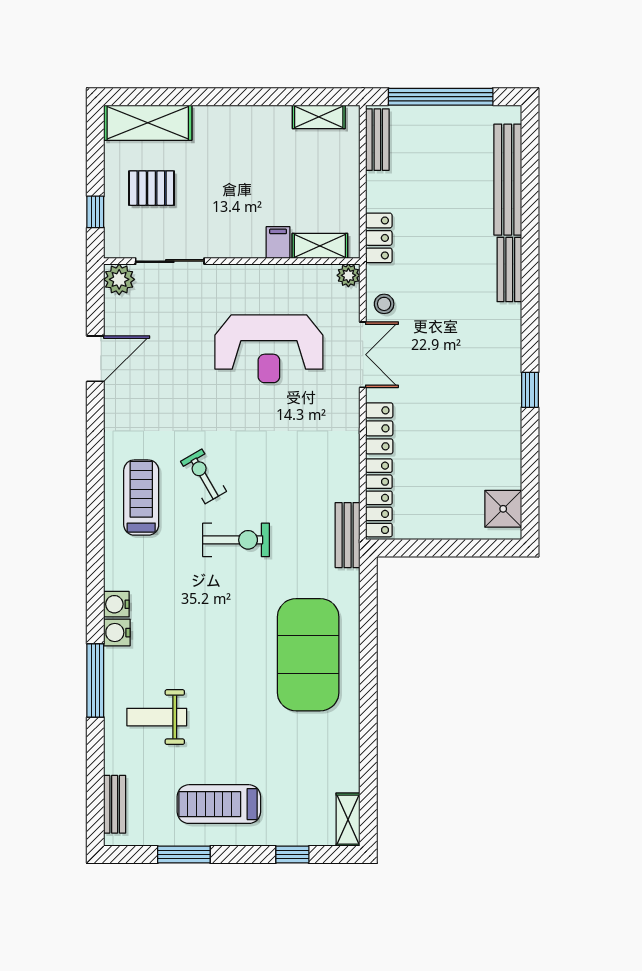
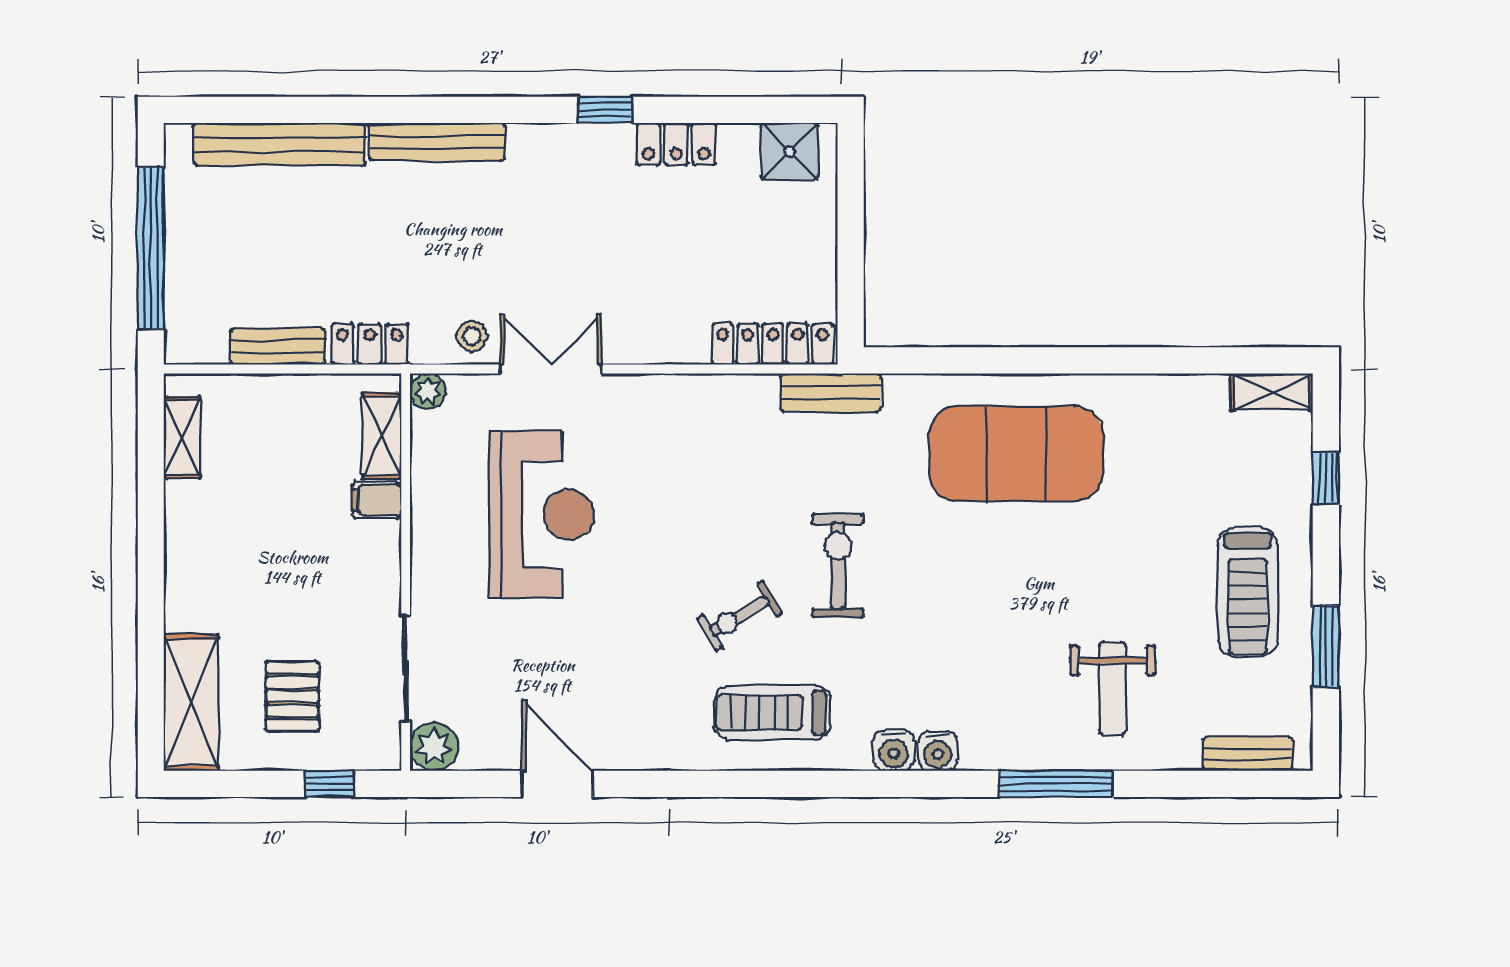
bench: (377, 140) -> (278, 346), moved
bench: (509, 270) -> (437, 142), width x1.36
locker: (379, 428) -> (676, 144), moved, turned 180
water cooler: (117, 633) -> (894, 750), moved

